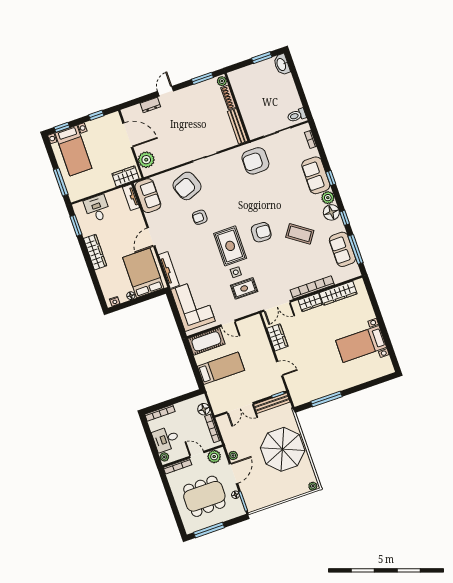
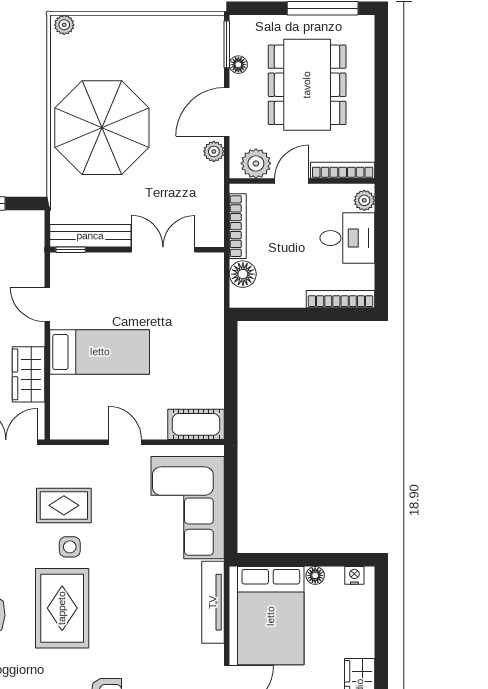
cot: (206, 341) -> (196, 424), width x0.73, depth x0.75
bed: (221, 368) -> (100, 352), moved, turned 180
door: (197, 454) -> (292, 181), swing flipped
dining table: (204, 496) -> (307, 85), turned 90

